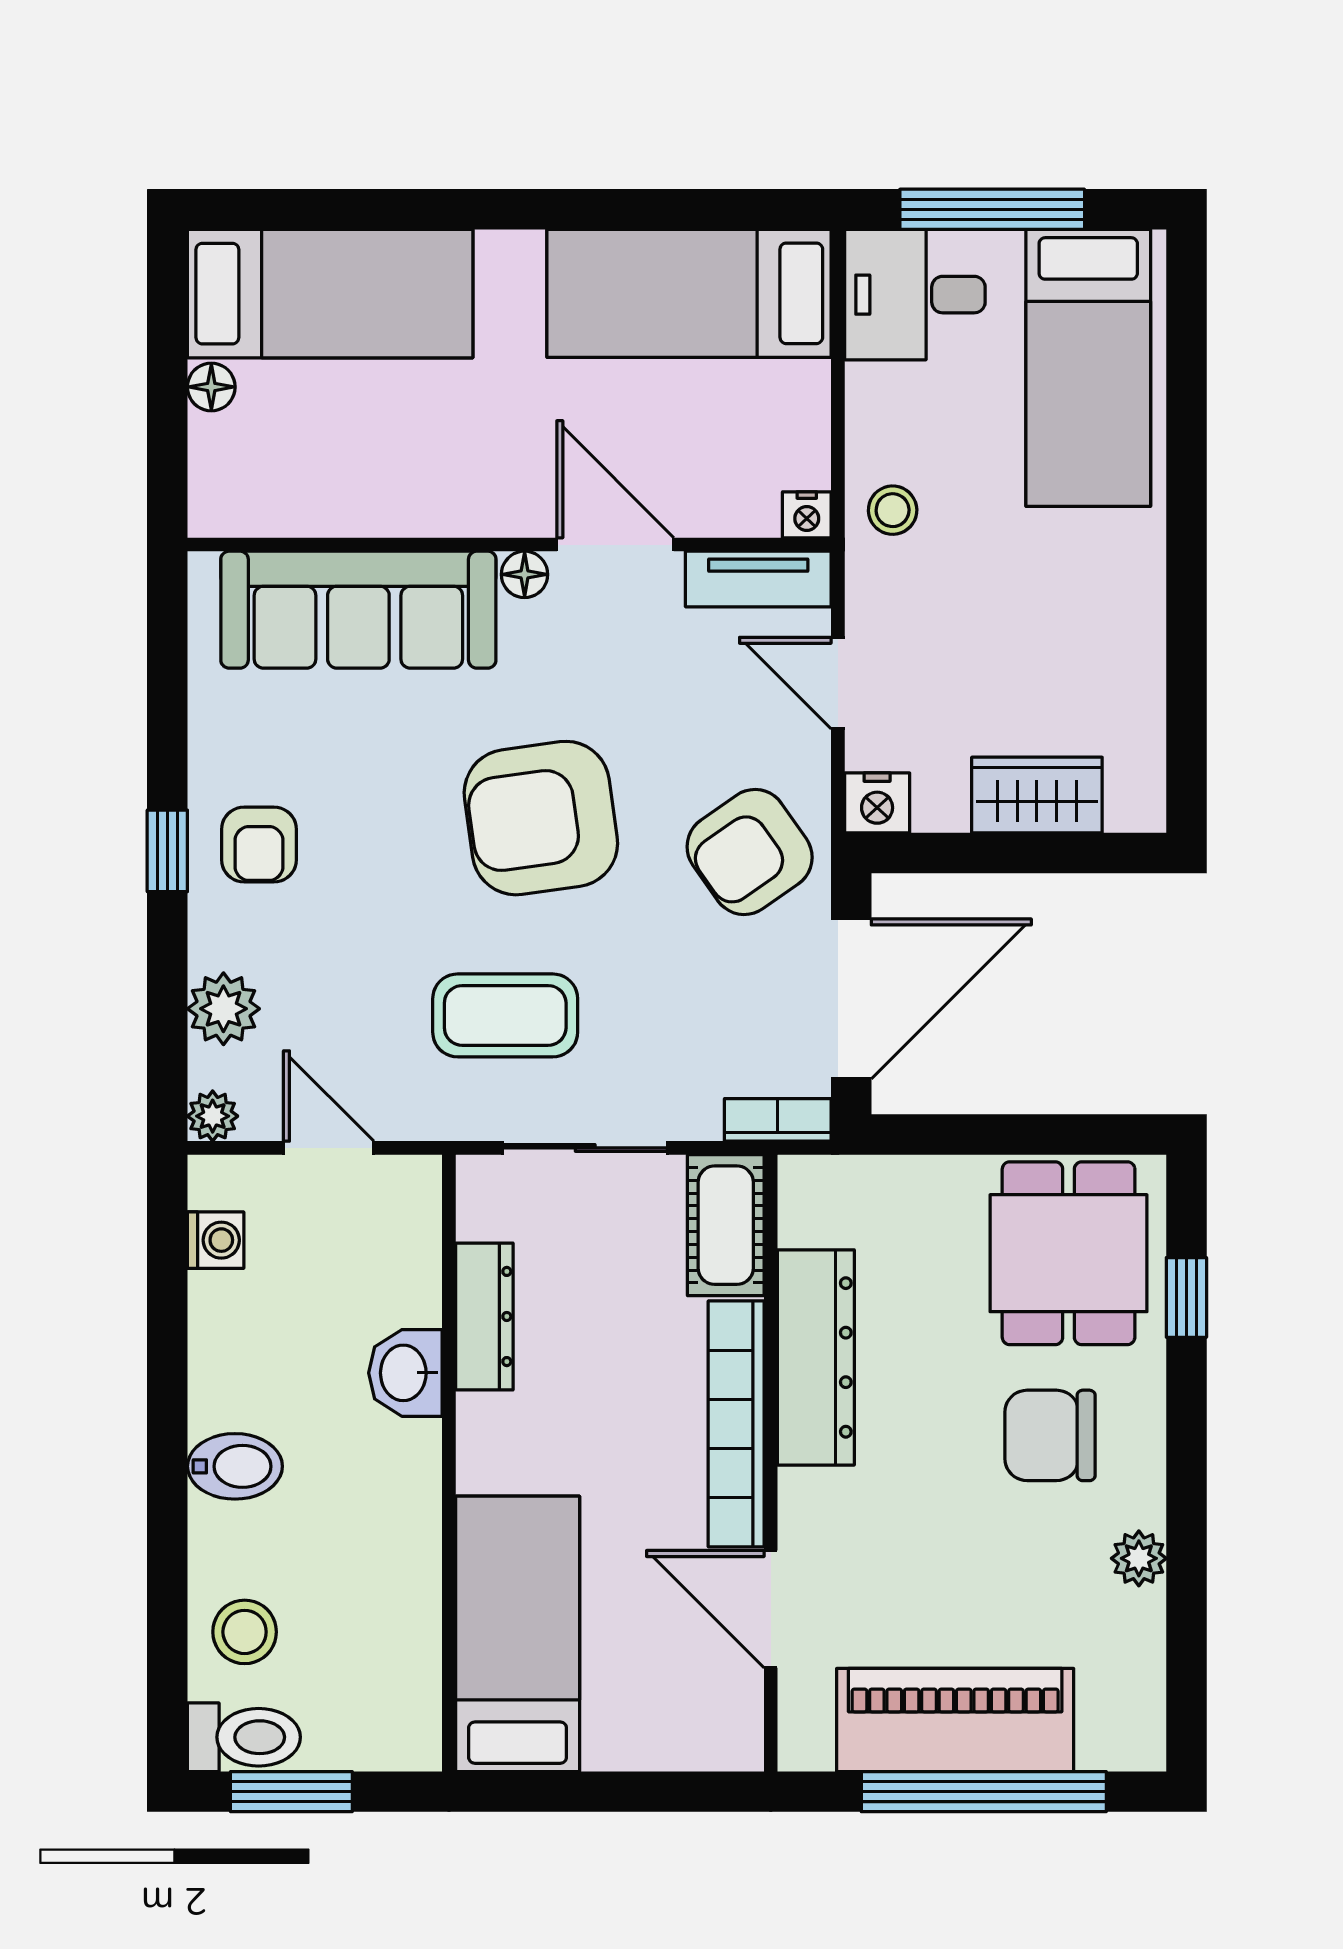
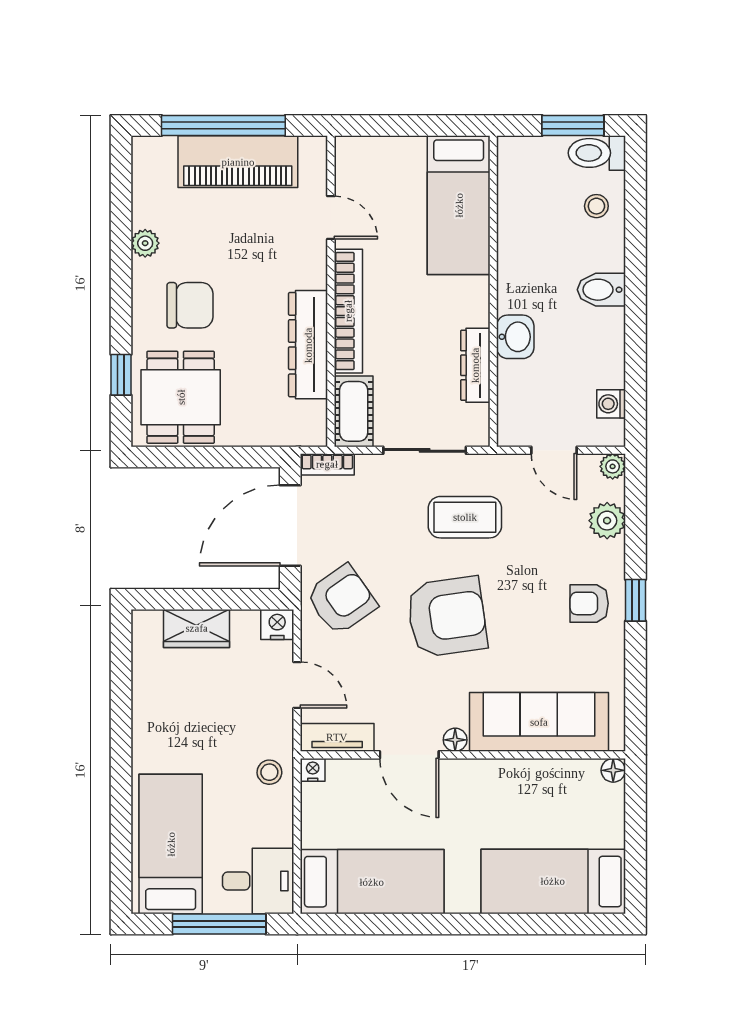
floor lamp: (211, 387) -> (613, 770), moved
armchair: (259, 845) -> (589, 603), turned -90
door: (771, 1609) -> (331, 218), width x0.73
stool: (245, 1632) -> (596, 206), width x0.73, depth x0.73

